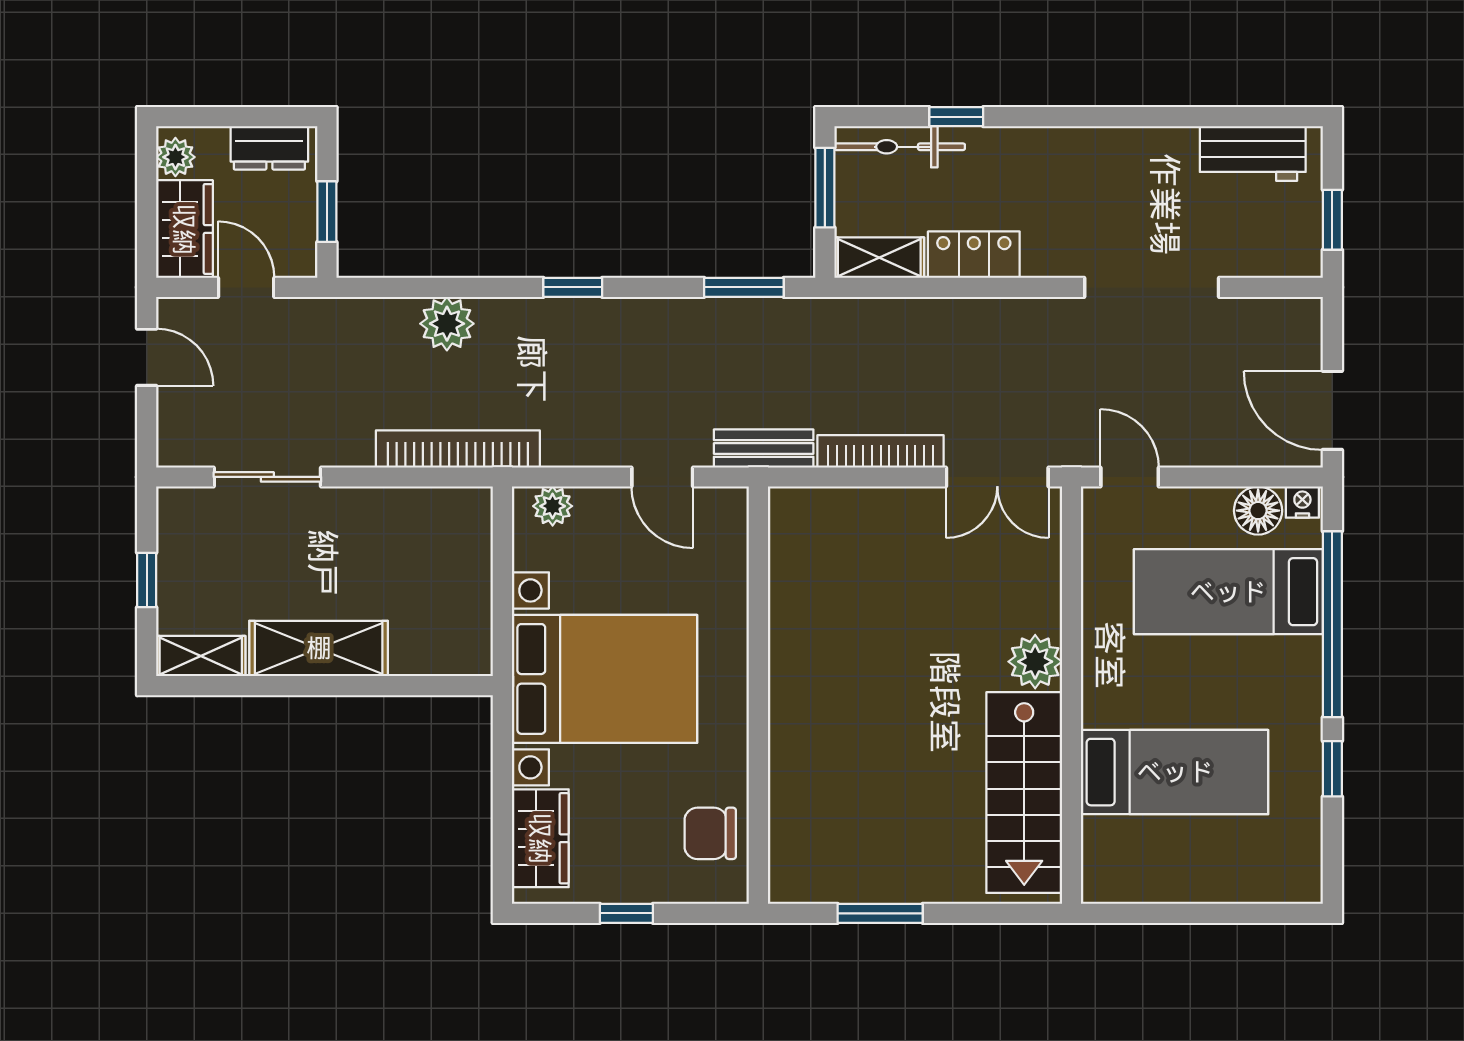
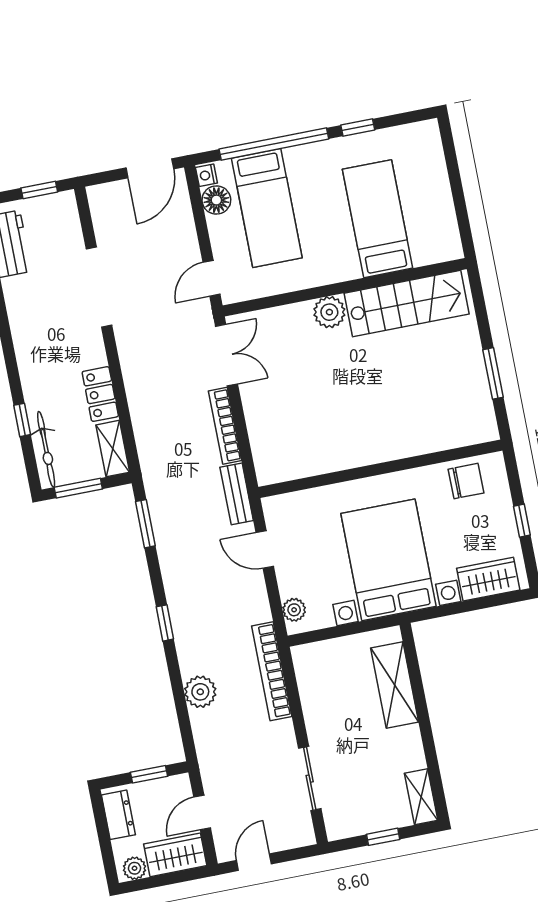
door: (662, 477) -> (265, 549), swing flipped
shelving: (319, 648) -> (395, 685), moved
chair: (710, 833) -> (466, 481), turned -90

